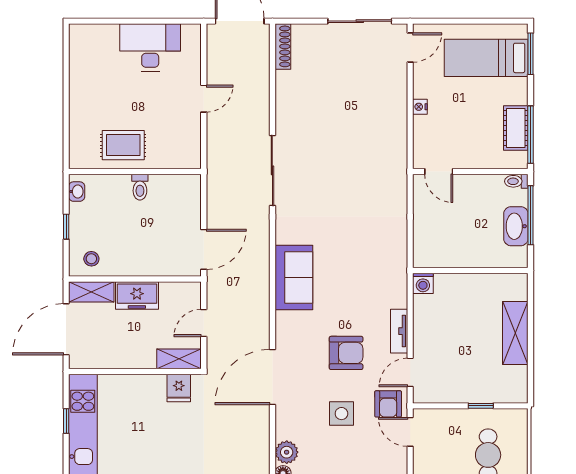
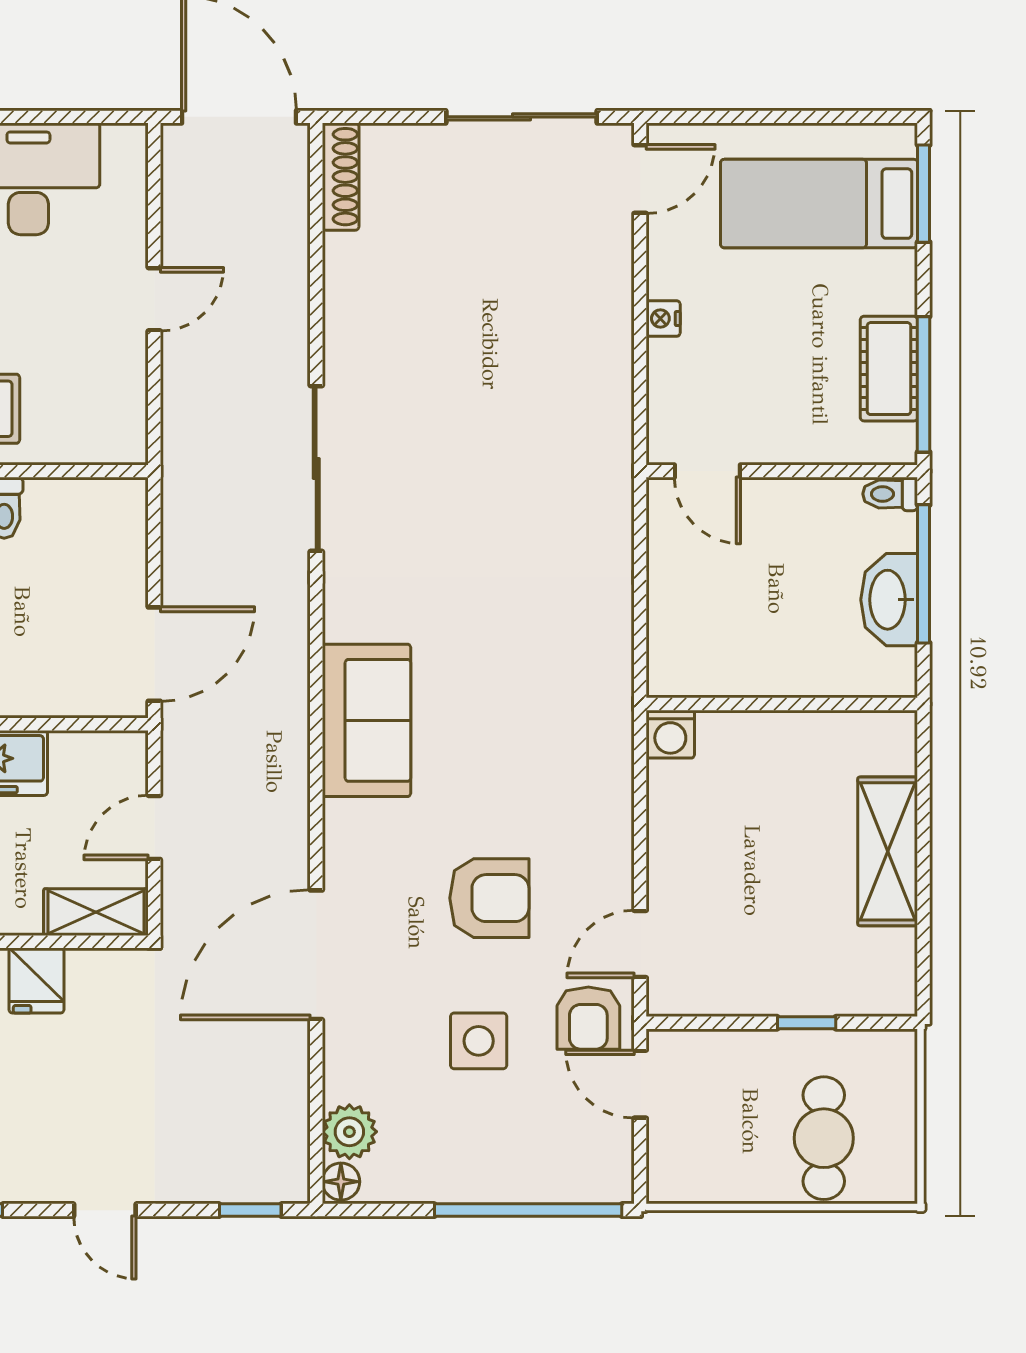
tv unit: (399, 331) -> (614, 846), removed
fridge: (179, 388) -> (36, 981), moved

